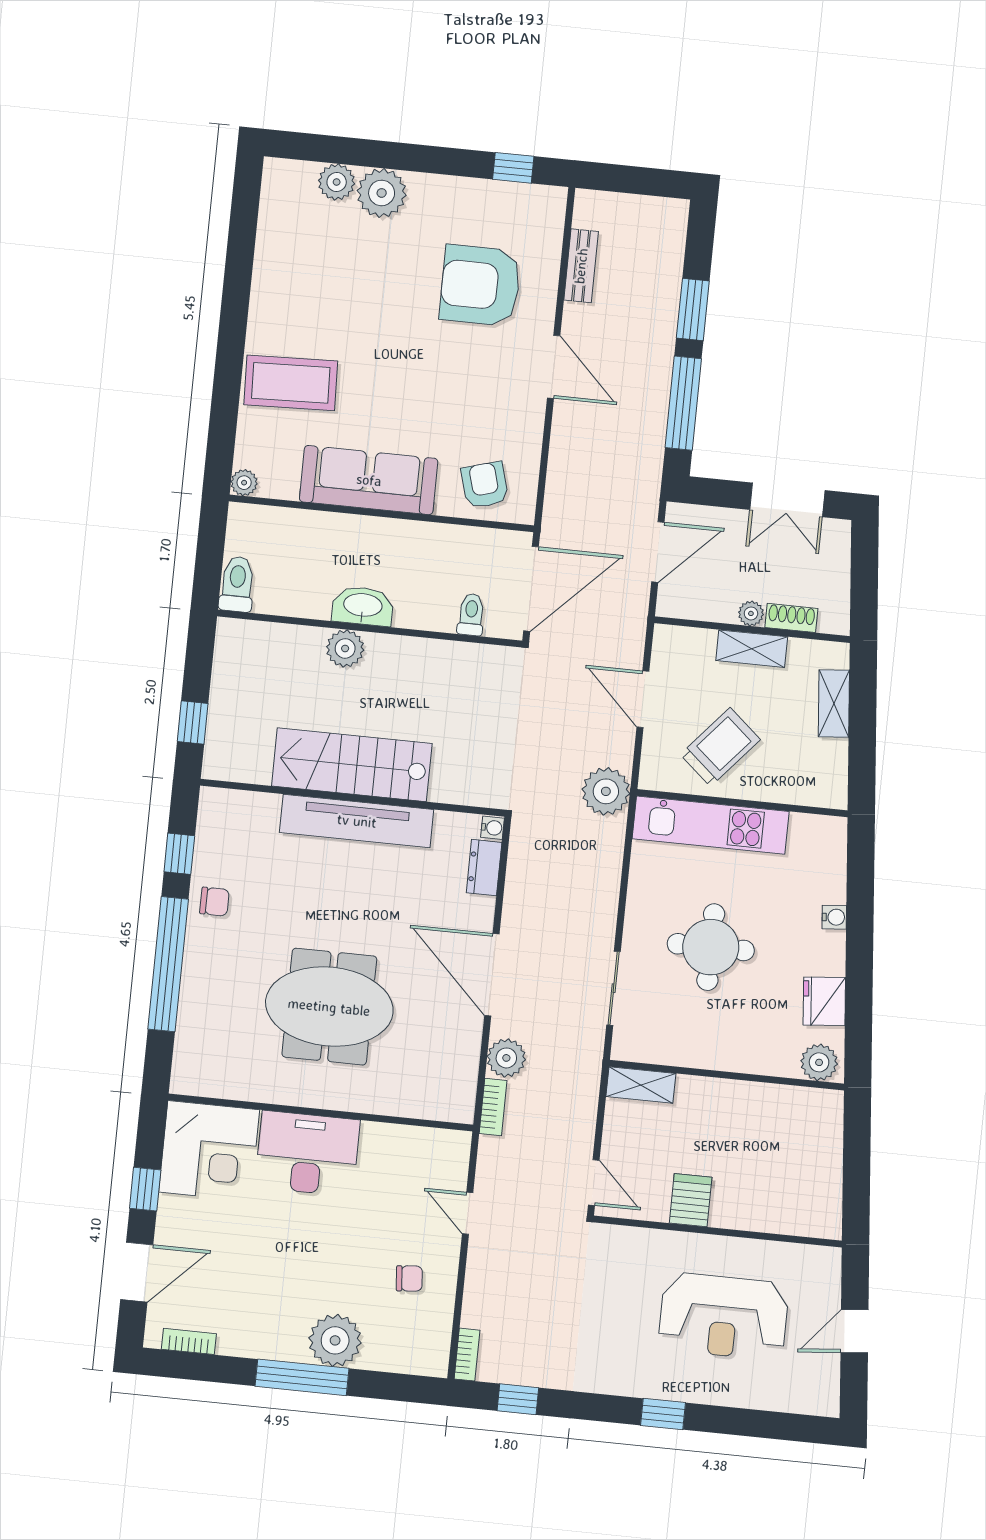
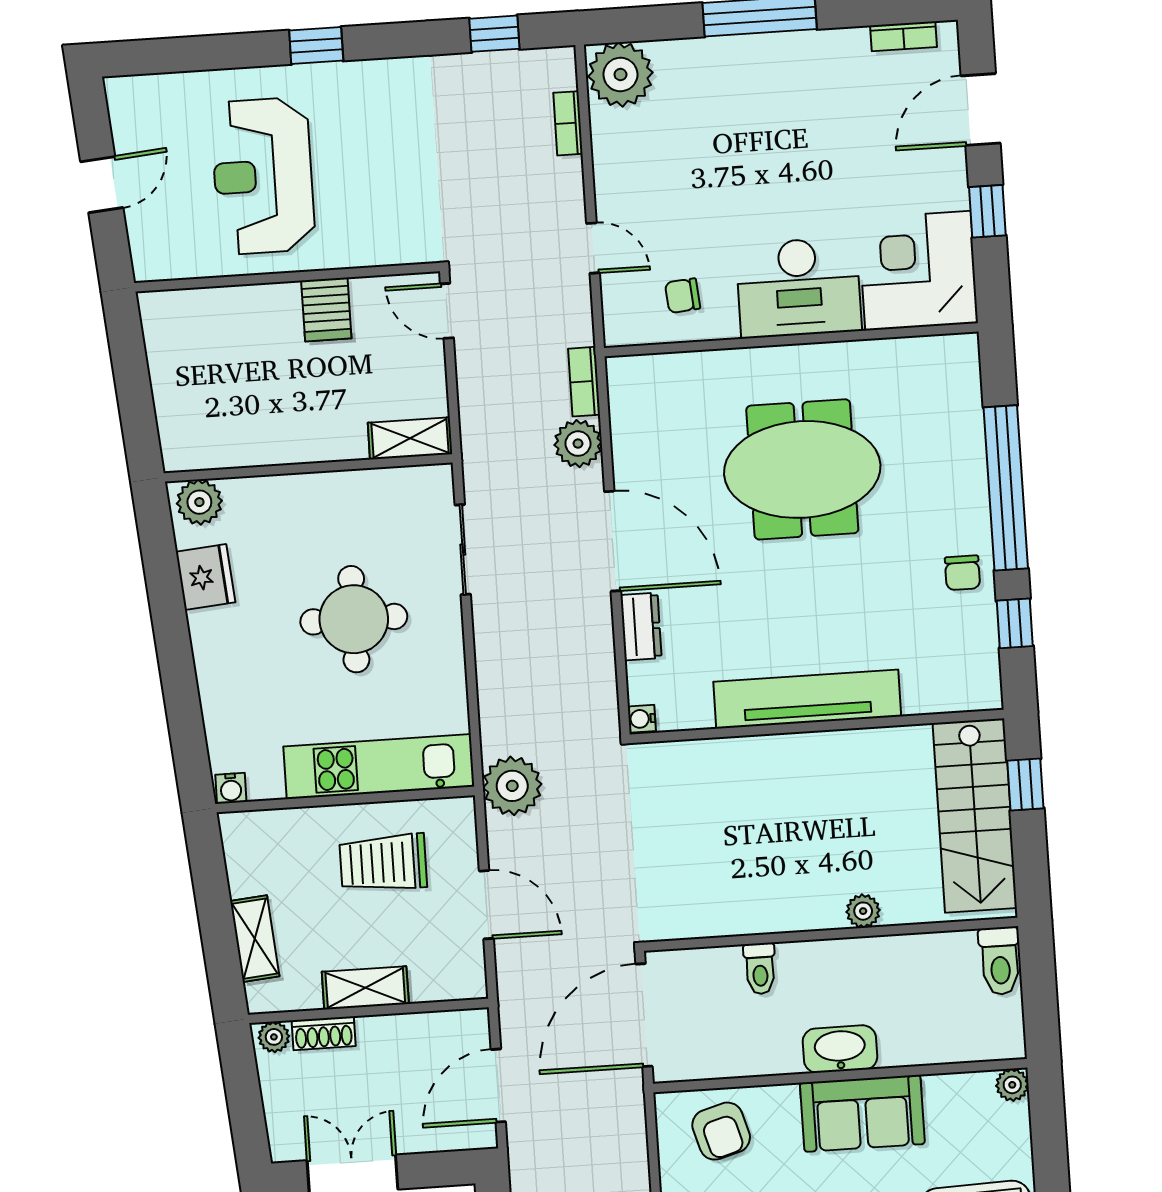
sofa: (369, 480) -> (862, 1113), width x0.73
washbasin: (363, 606) -> (840, 1049), moved, turned 180
plant: (751, 613) -> (274, 1037), moved
toilet: (471, 615) -> (760, 969), moved
plant: (345, 648) -> (863, 911), width x0.73, depth x0.73
trolley: (720, 747) -> (383, 863), turned 49
stairs: (352, 765) -> (975, 816), moved, turned 90
dresser: (484, 868) -> (641, 626), moved
chair: (214, 902) -> (962, 573), turned -90
water cooler: (834, 917) -> (231, 788), moved, turned -85
chair: (409, 1278) -> (683, 296), moved
reception desk: (724, 1316) -> (263, 176), turned -90
plant: (335, 1340) -> (620, 75), moved
bookcase: (467, 1355) -> (568, 123), moved

